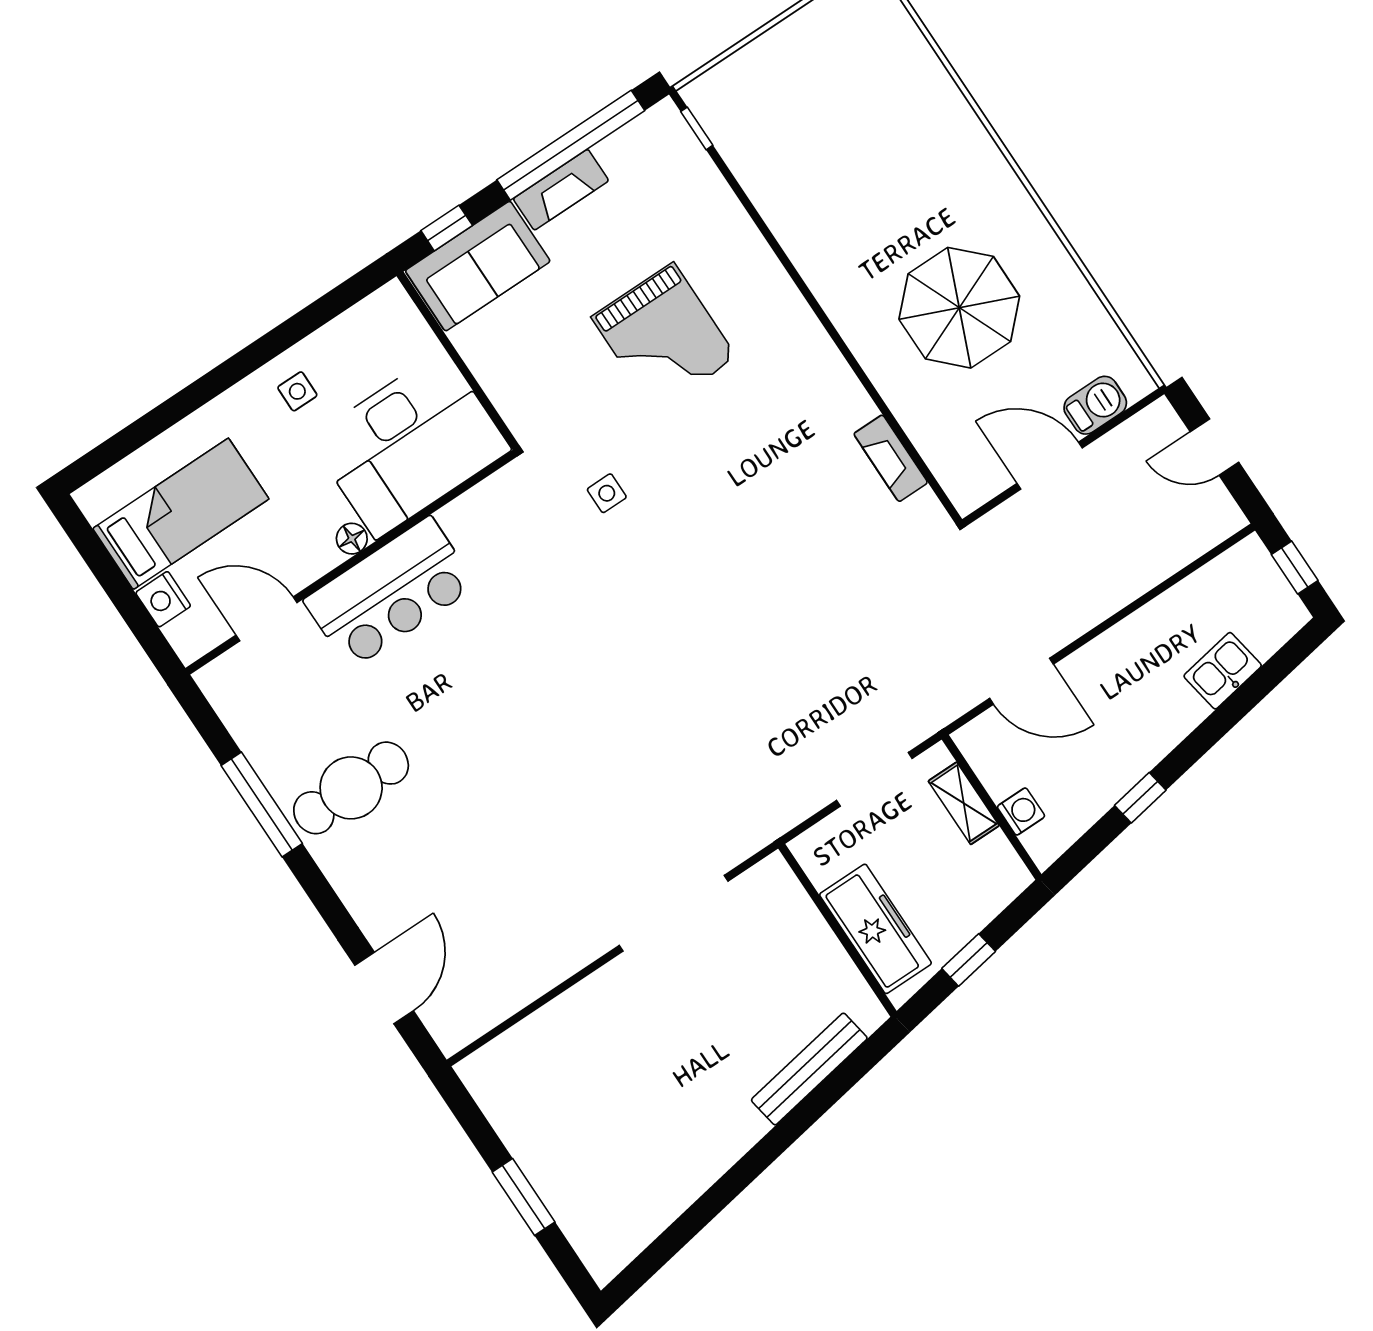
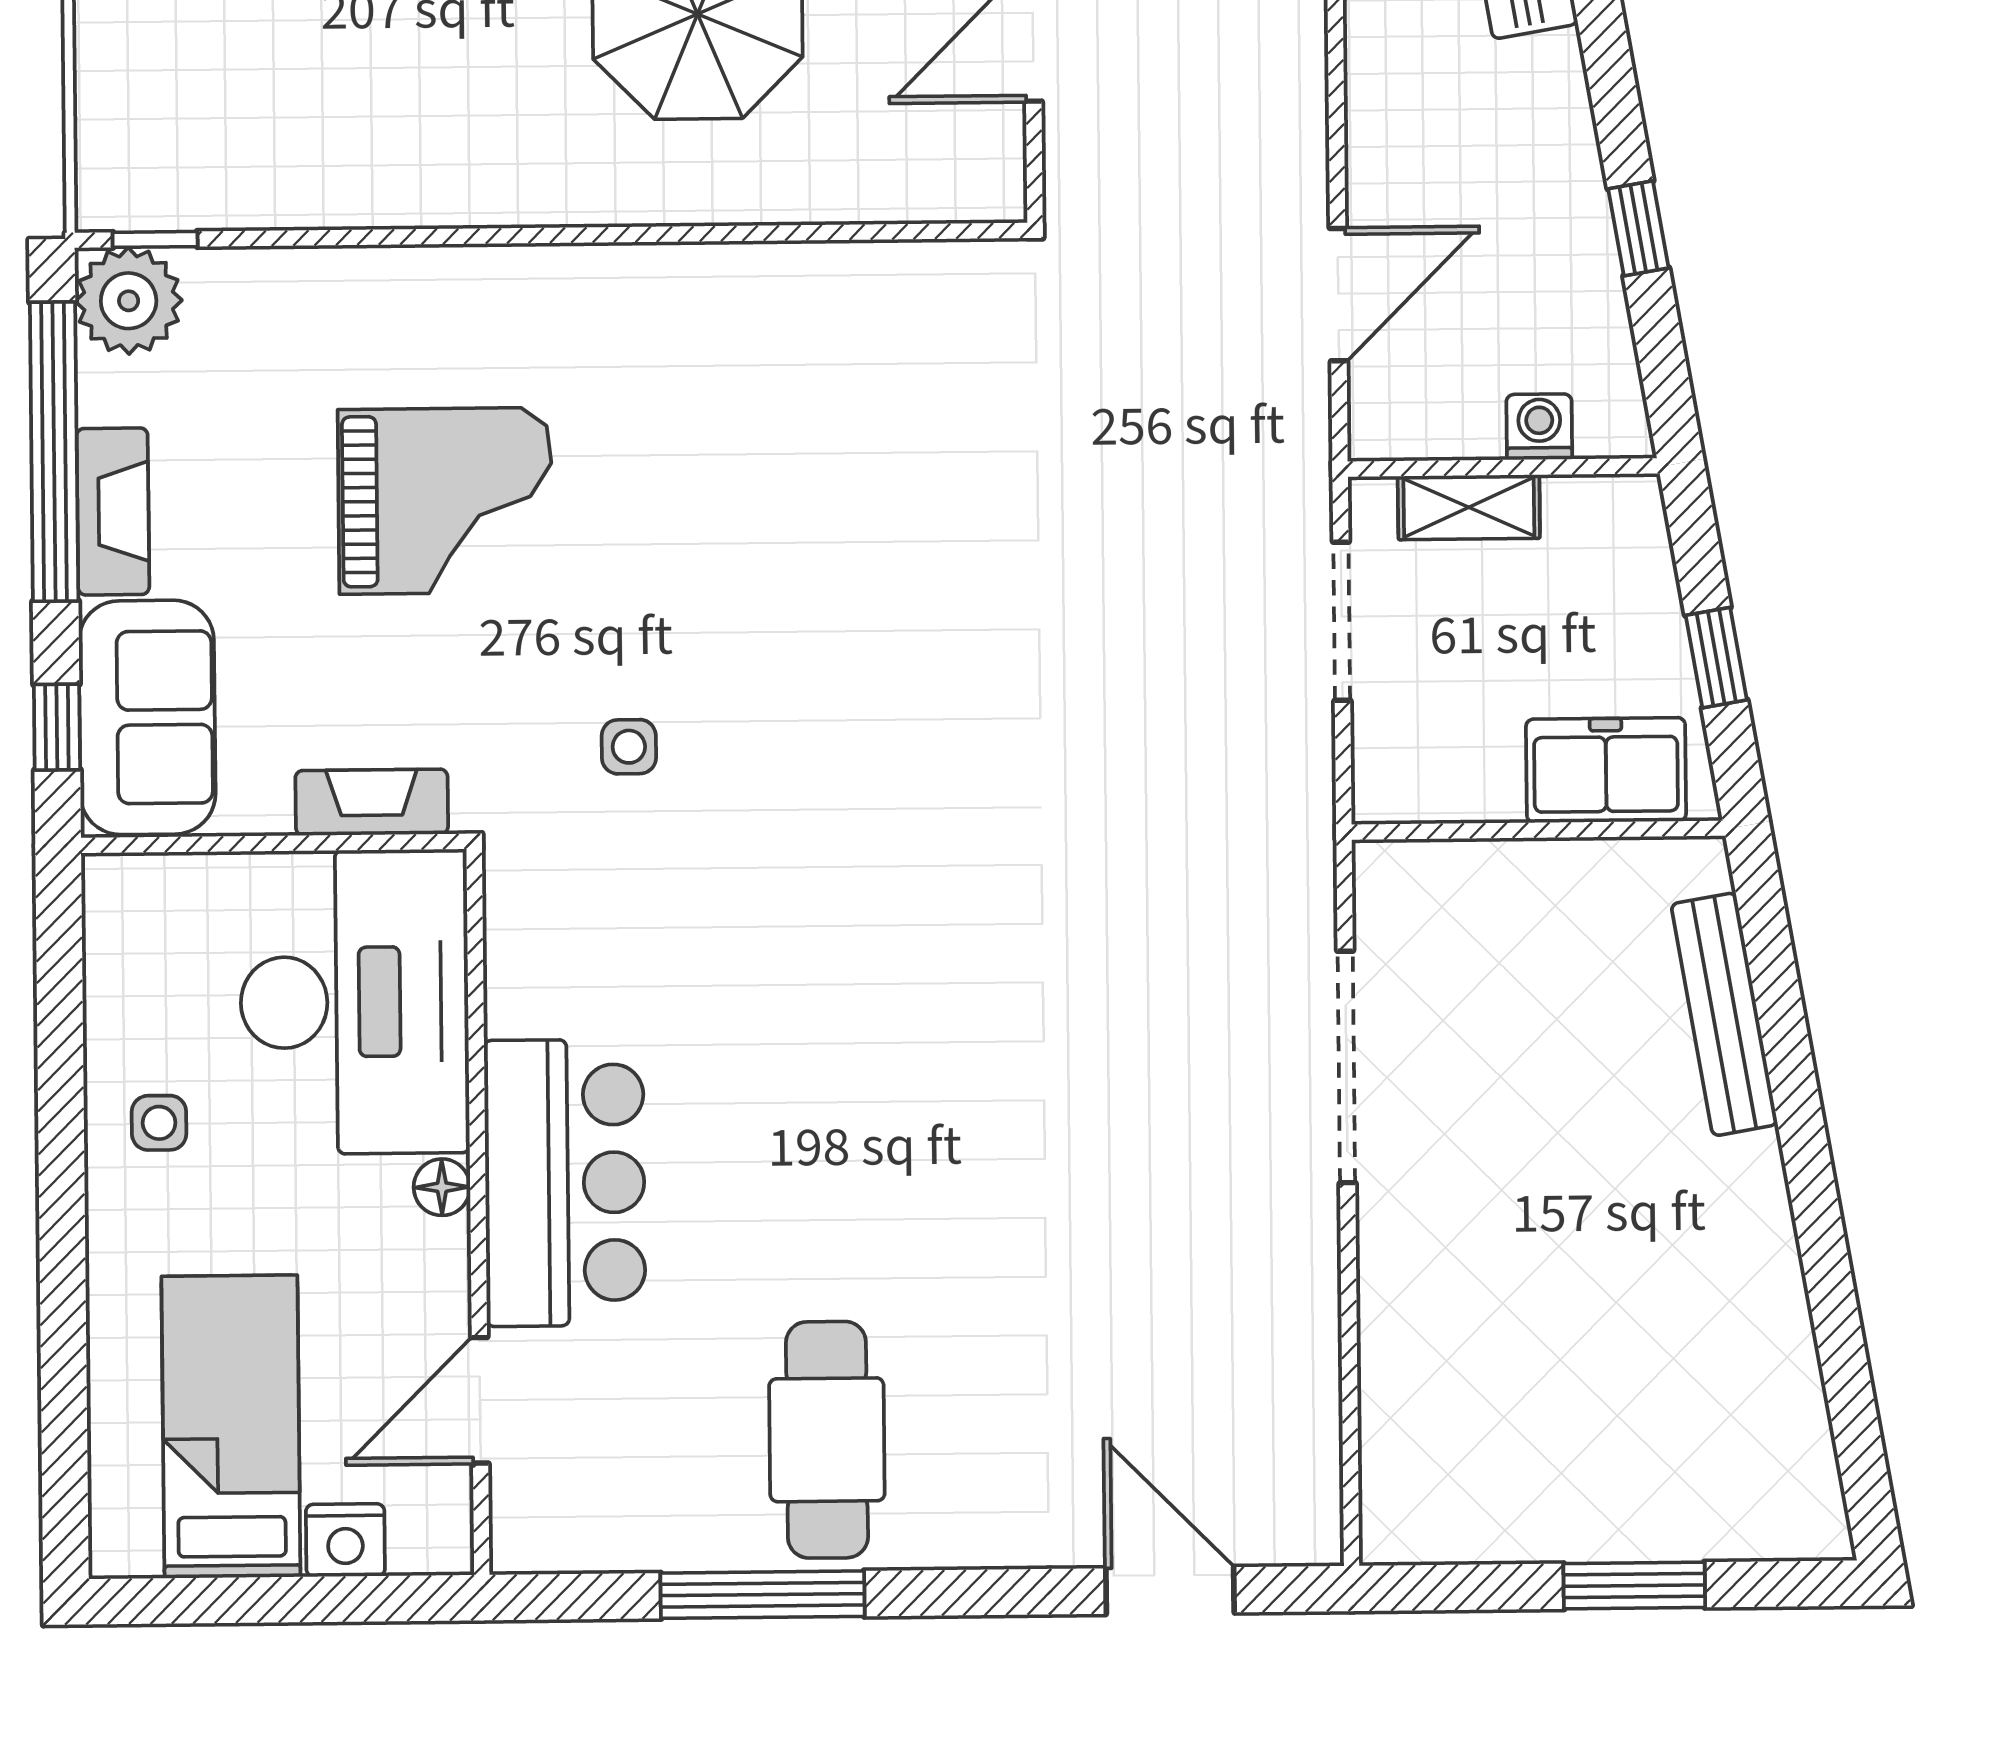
plant: (661, 135) -> (129, 301), added
fireplace: (891, 458) -> (372, 802), moved, turned 180
freezer: (875, 929) -> (1606, 770), width x0.71

